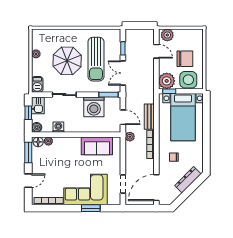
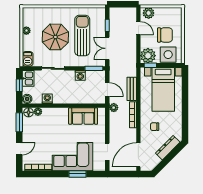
sun lounger: (96, 59) -> (82, 35), turned 180
washing machine: (94, 107) -> (80, 75), width x0.53, depth x0.53

